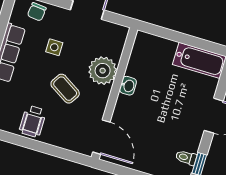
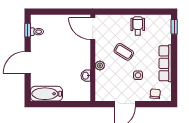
plant: (103, 71) -> (100, 65), width x0.53, depth x0.53
washbasin: (128, 86) -> (86, 76), moved

